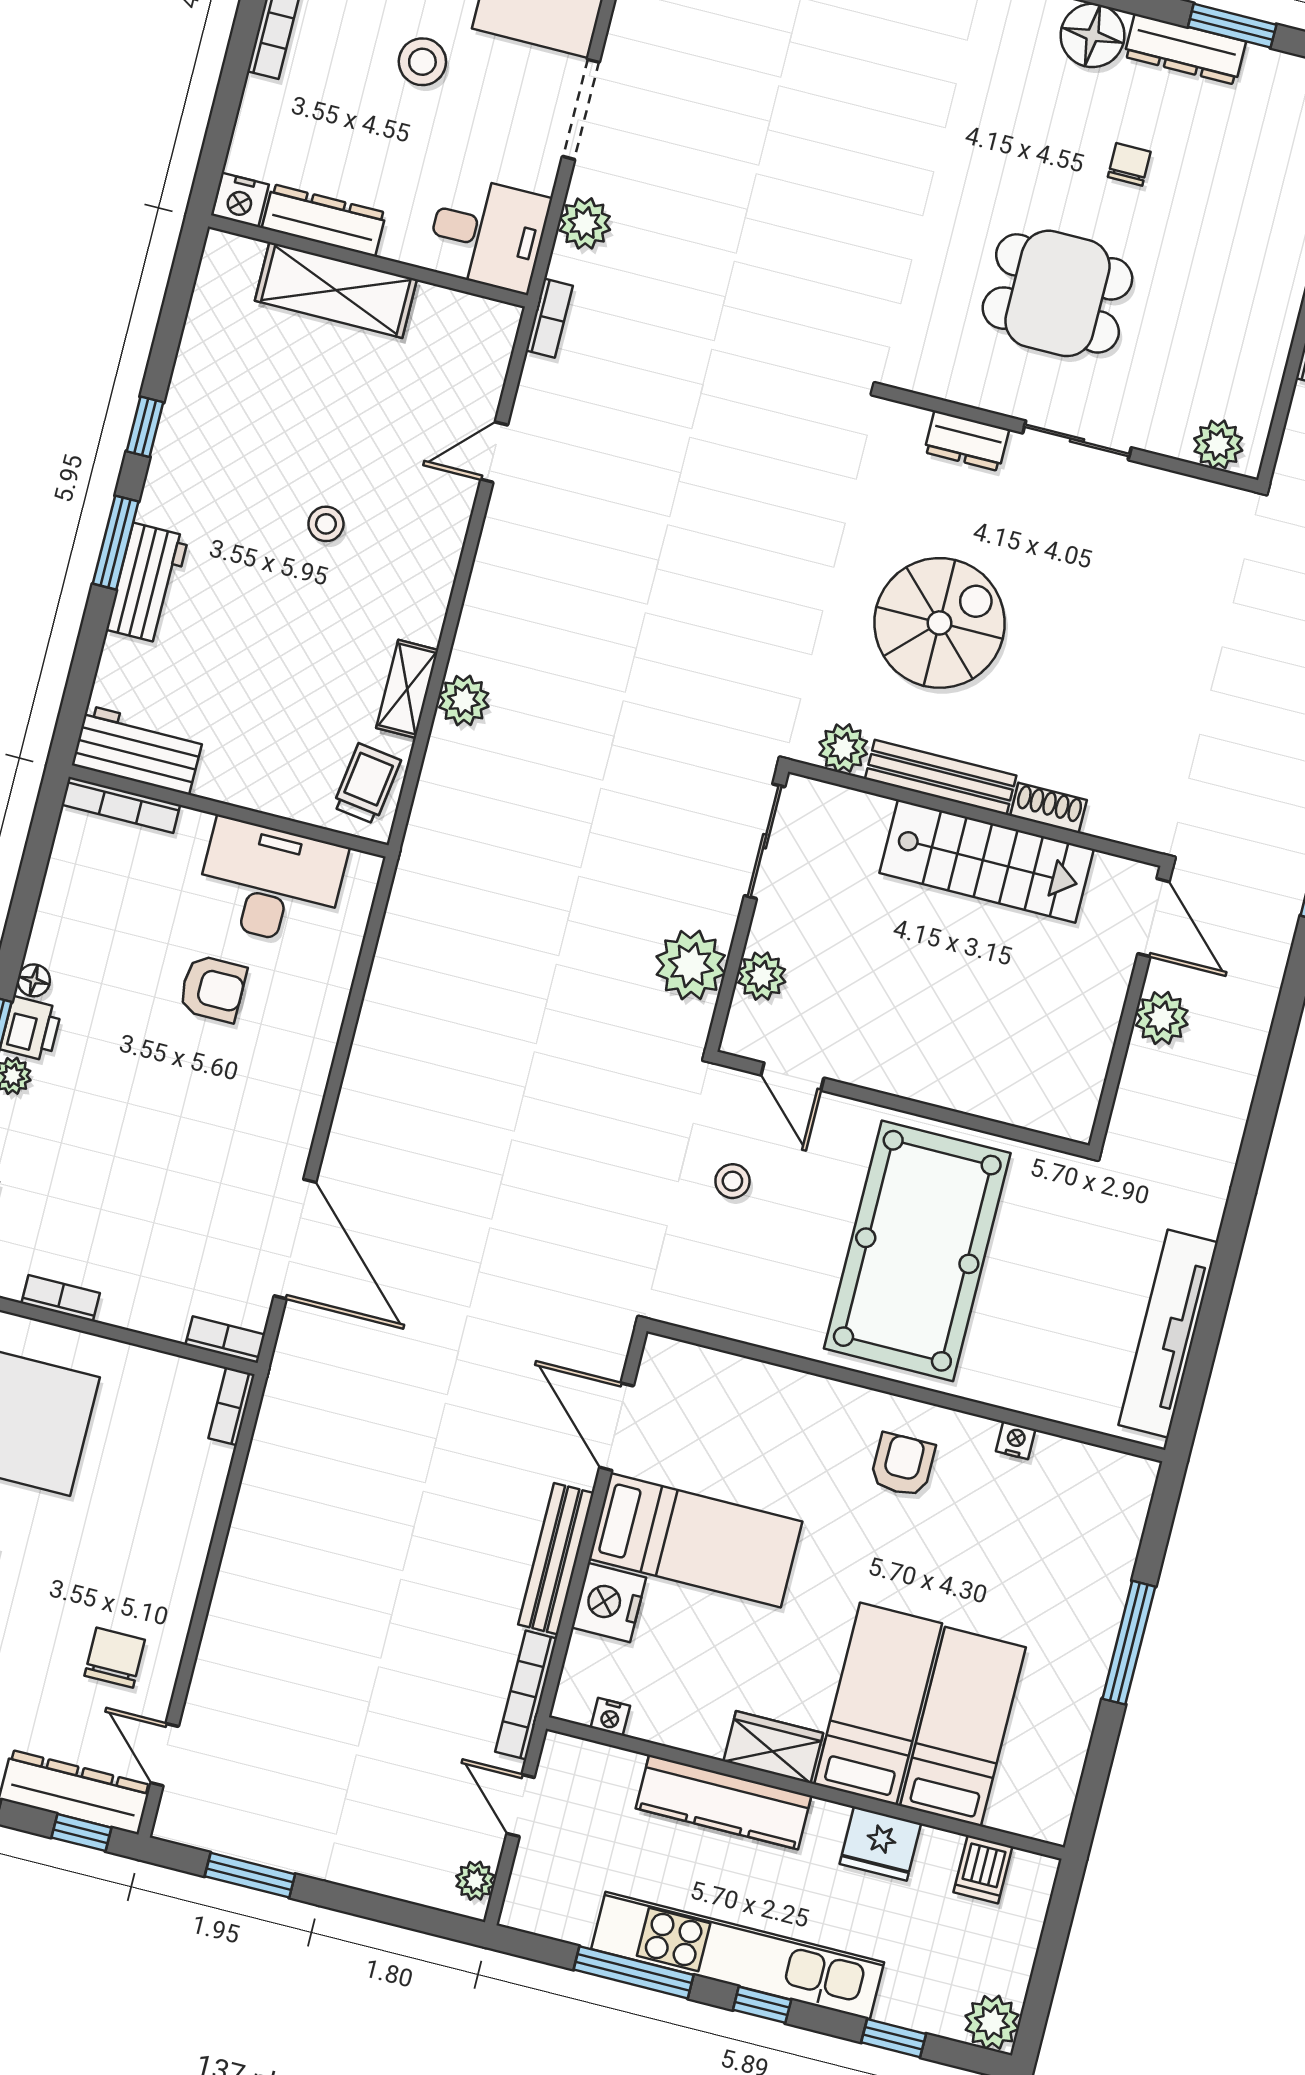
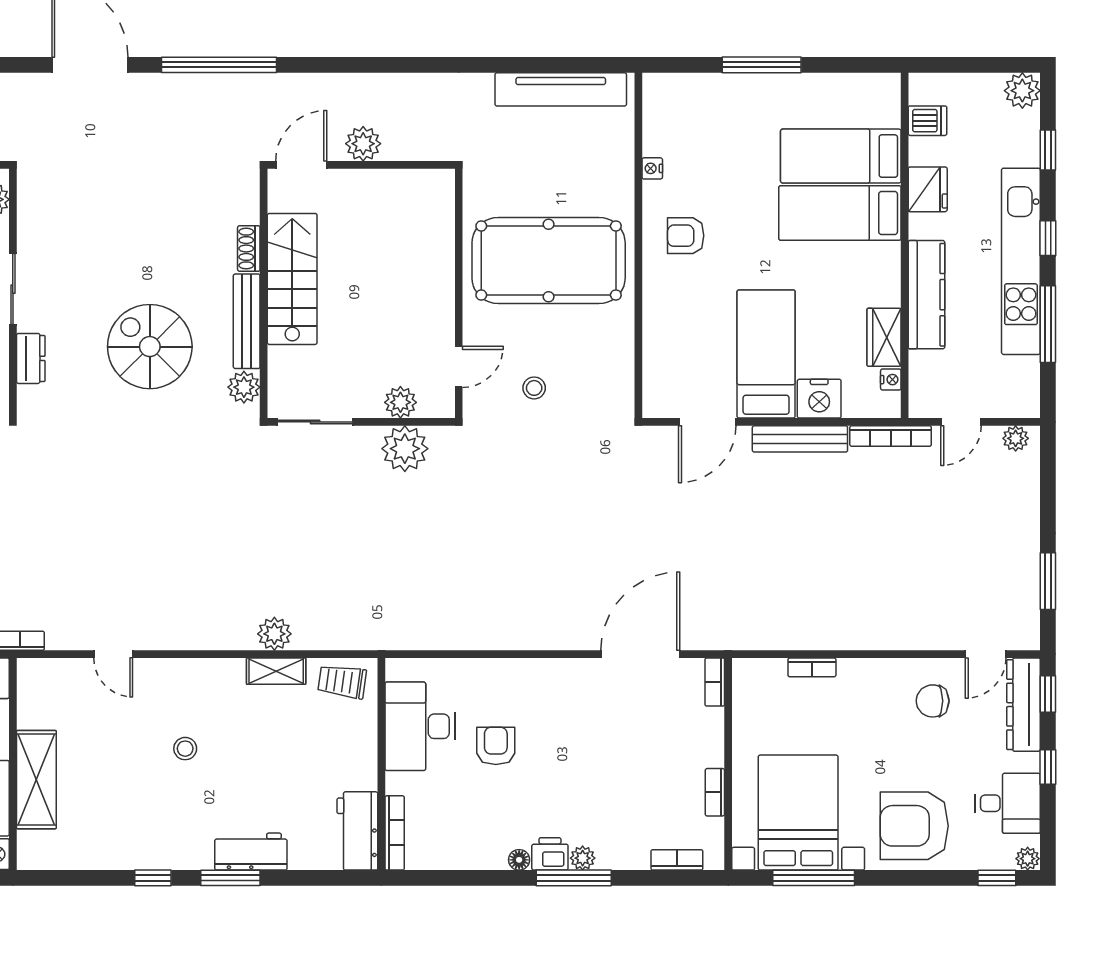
bookcase: (232, 1406) -> (812, 667), moved
wardrobe: (773, 1747) -> (884, 337), moved

